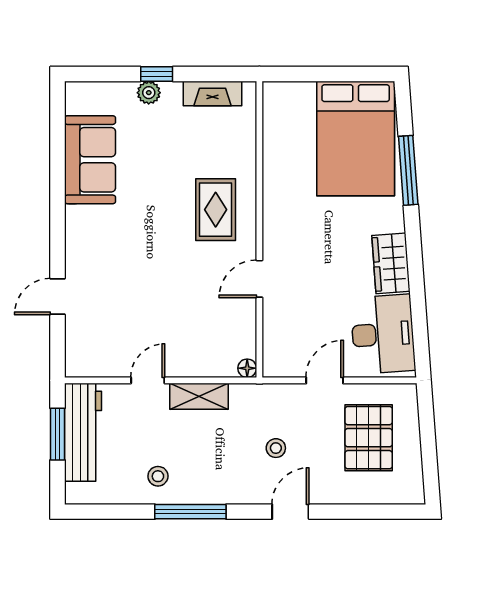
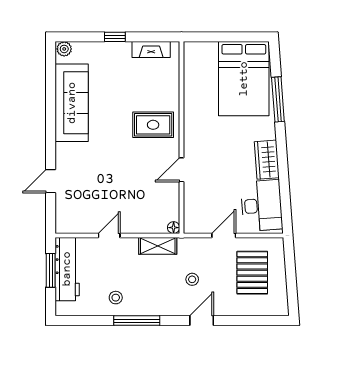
plant: (149, 93) -> (64, 49), moved
sofa: (90, 160) -> (72, 103), width x1.36
rug: (216, 210) -> (153, 125), turned 90
shelving: (199, 396) -> (158, 246), moved

